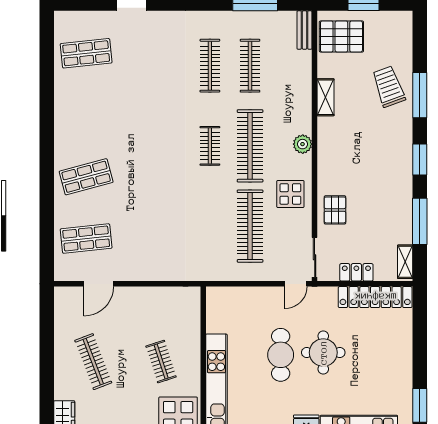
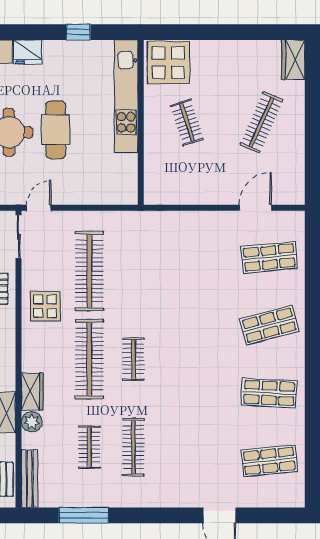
bench: (305, 30) -> (29, 479), width x1.36
clothes rail: (250, 66) -> (89, 447), width x0.73
shop shelf: (86, 115) -> (269, 393), added
wardrobe: (302, 116) -> (32, 391), added
plant: (303, 144) -> (32, 422), moved
clothes rail: (93, 362) -> (261, 122), turned 45

